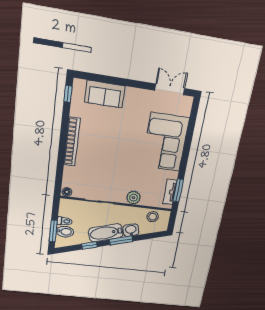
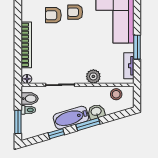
armchair: (102, 132) -> (53, 15), added
armchair: (125, 132) -> (75, 12), added
bookcase: (72, 142) -> (26, 45), moved
window: (178, 190) -> (137, 47), moved
bidet: (65, 232) -> (30, 99), moved

